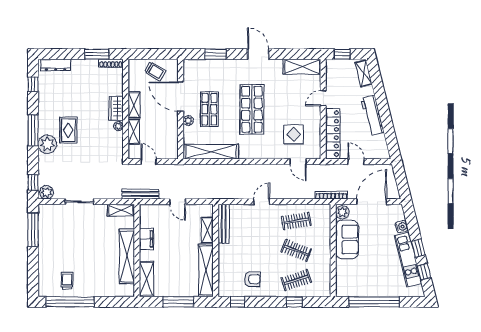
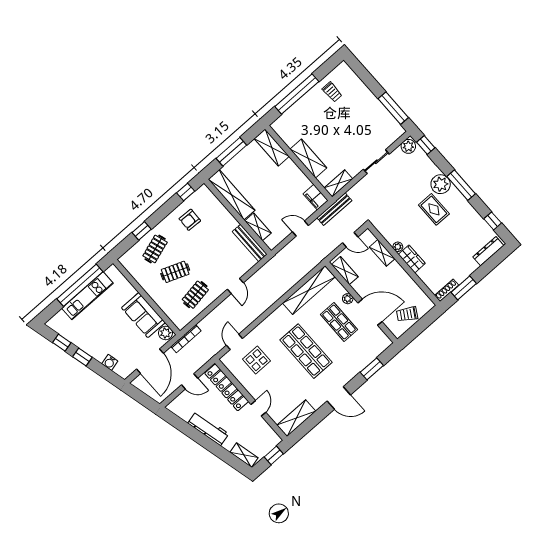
shelving: (134, 105) -> (345, 271), moved
door: (298, 162) -> (234, 342), hinge flipped
filing cabinet: (146, 239) -> (316, 197), moved
shelving: (127, 256) -> (308, 158), width x0.68
kitchen unit: (408, 260) -> (87, 296), moved, turned 104
window: (70, 302) -> (297, 94), moved

